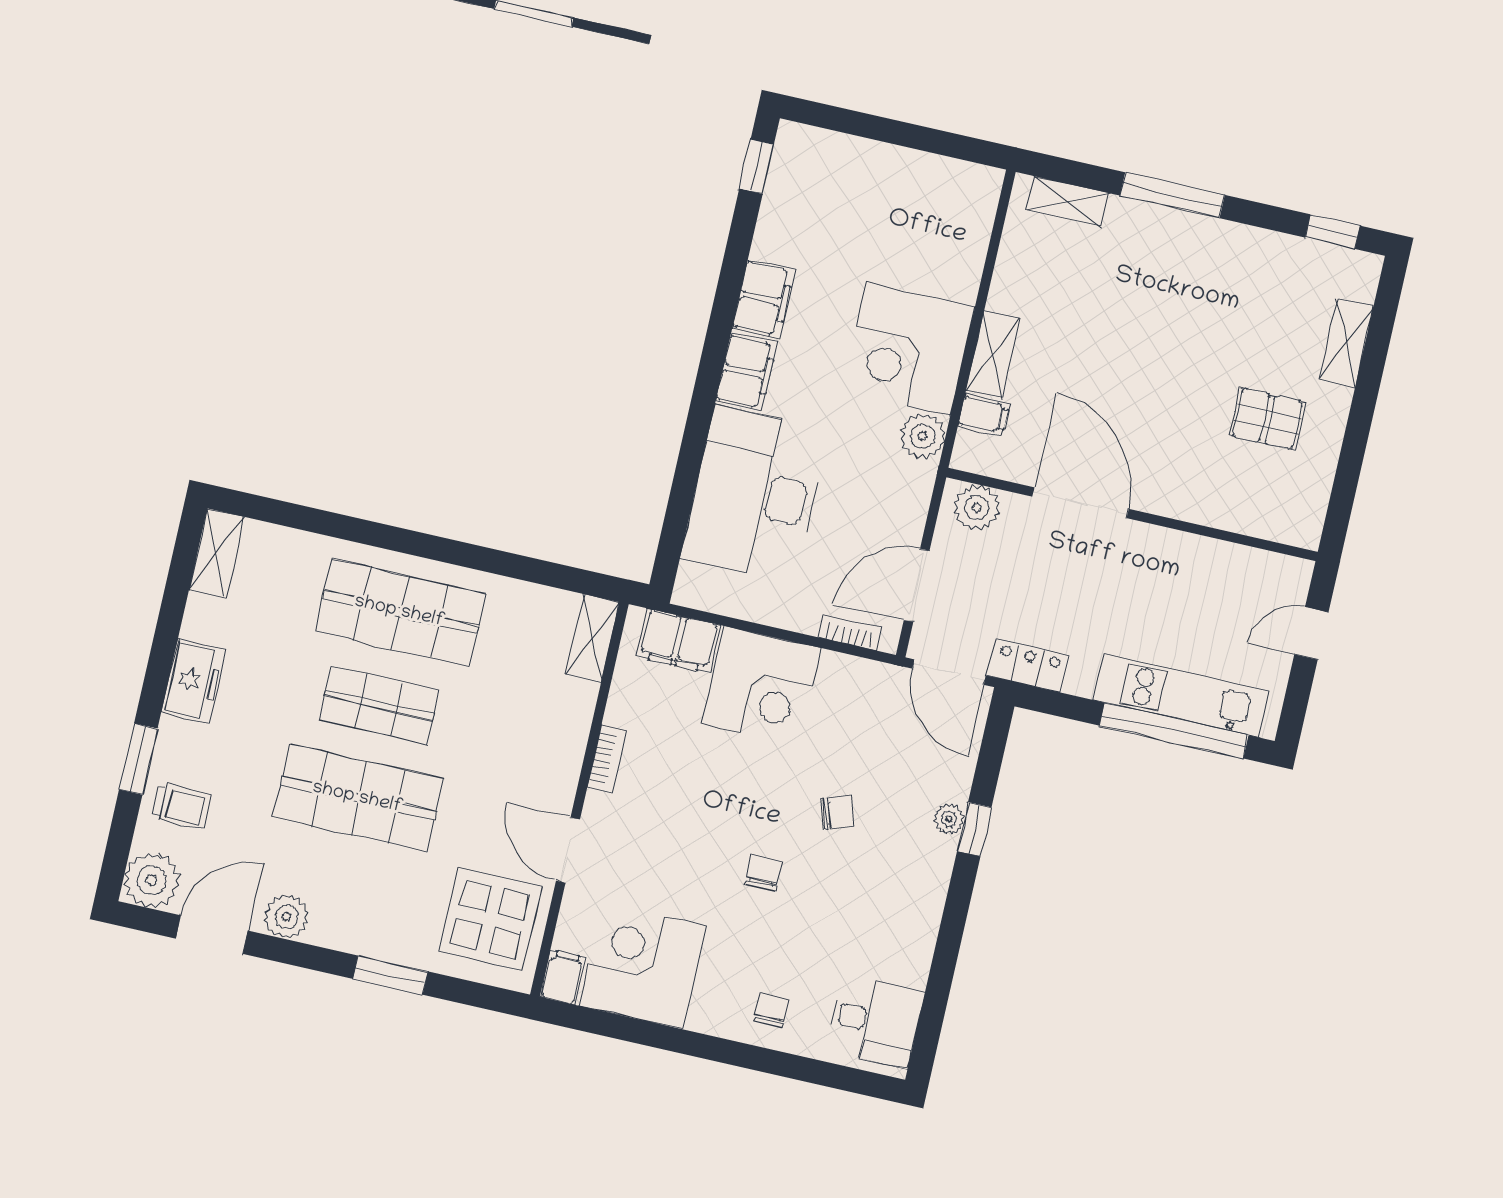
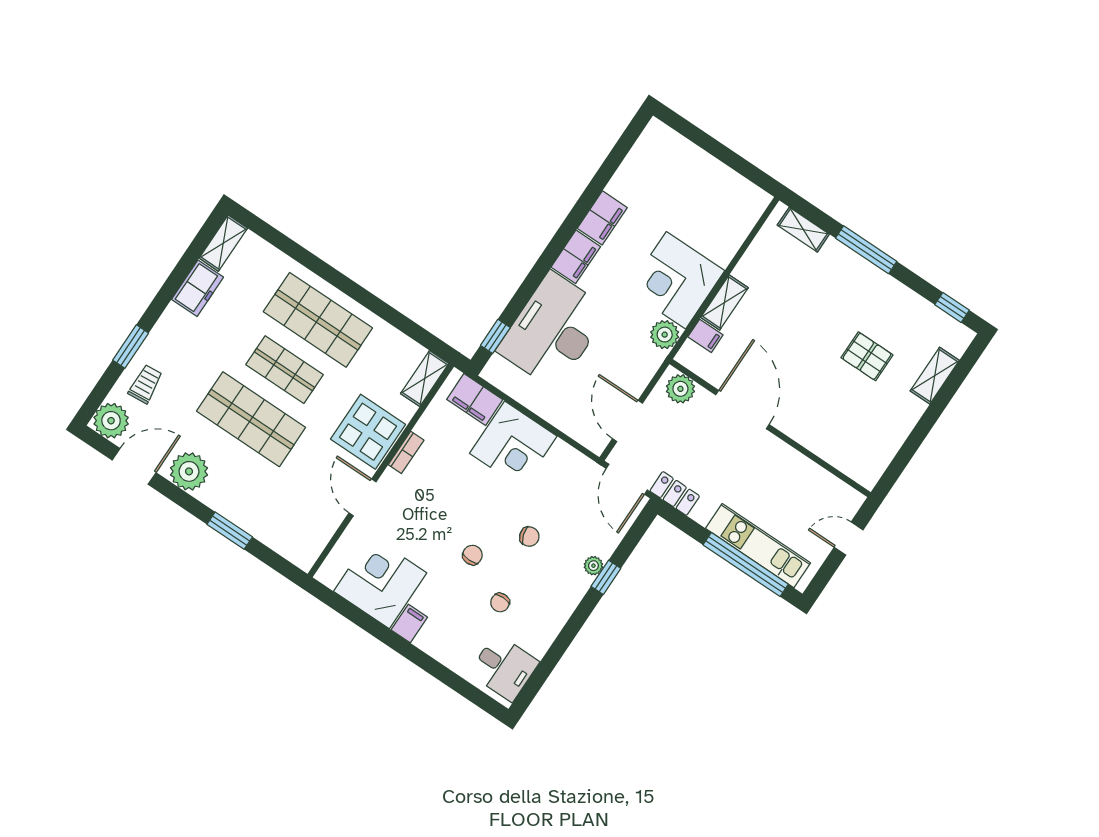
window: (757, 167) -> (495, 336), moved
pallet: (1267, 419) -> (867, 356), moved
door: (917, 585) -> (627, 421), hinge flipped
bookcase: (850, 633) -> (578, 434), removed
freezer: (194, 681) -> (197, 288), moved
trolley: (182, 806) -> (145, 384), turned -95
plant: (287, 917) -> (189, 471), width x1.36, depth x1.36
display table: (490, 919) -> (368, 432), moved
filing cabinet: (563, 977) -> (409, 624), moved
chair: (771, 1010) -> (500, 603), moved, turned 180

